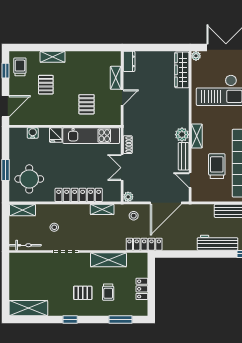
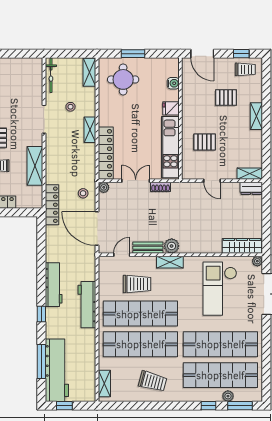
shelving: (53, 57) -> (256, 116), moved
shelving: (116, 78) -> (250, 174), moved
locker: (79, 195) -> (106, 153), moved
shelving: (102, 209) -> (90, 130), moved

